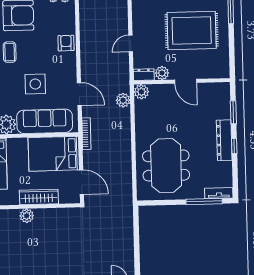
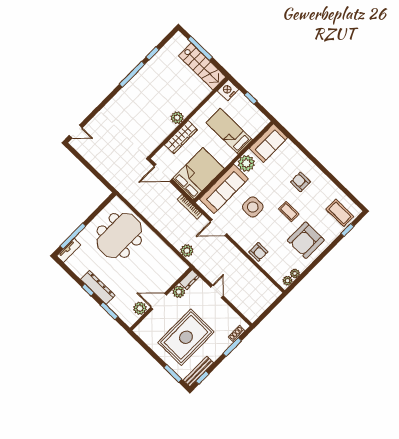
plant: (141, 92) -> (140, 308), moved
meeting table: (166, 166) -> (119, 235), turned 90

